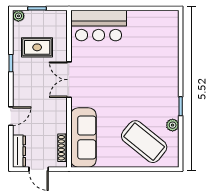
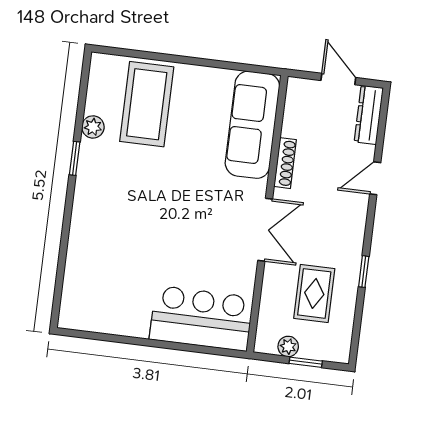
plant: (18, 16) -> (288, 346), moved
rug: (37, 47) -> (314, 293), turned 90
coffee table: (144, 142) -> (147, 104), turned 51
shoe rack: (62, 148) -> (285, 163), moved

